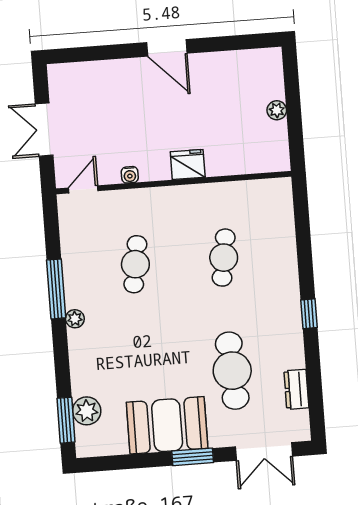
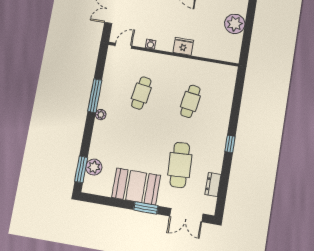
plant: (277, 110) -> (235, 24), width x1.87, depth x1.87

